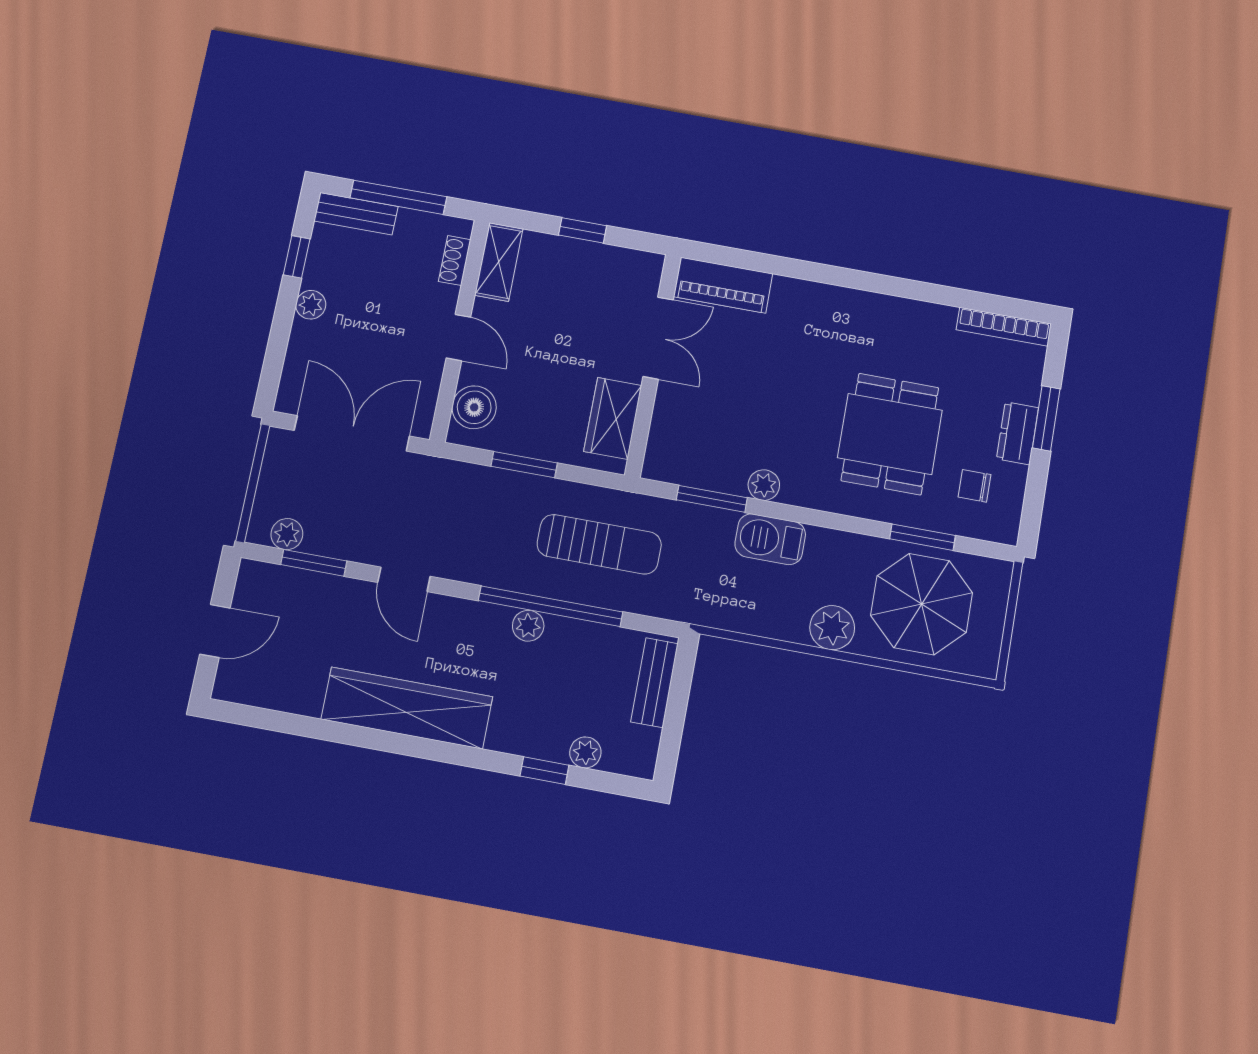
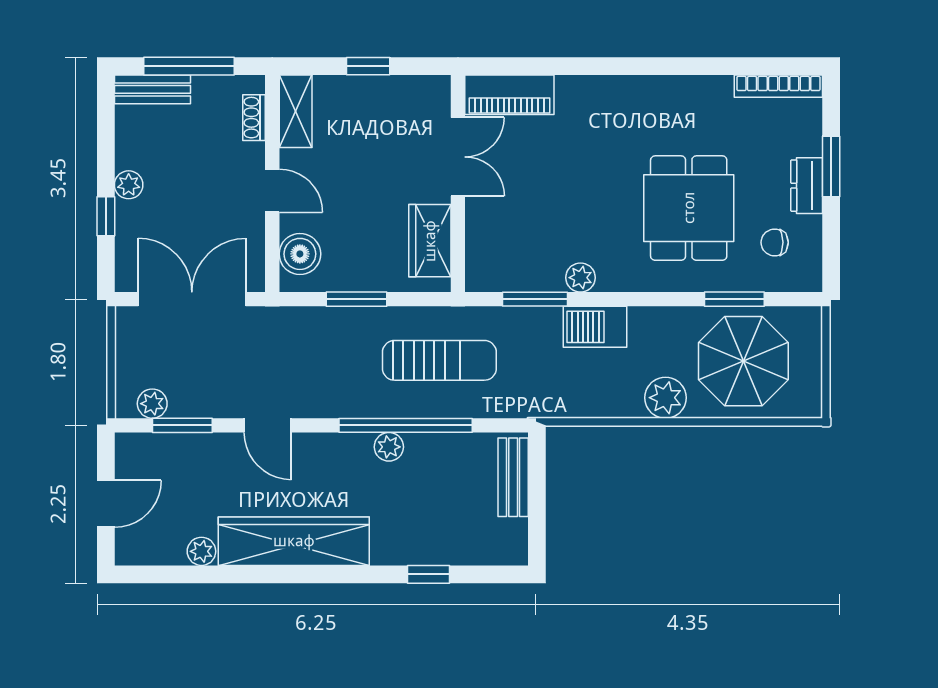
window: (297, 257) -> (106, 216), moved
plant: (585, 752) -> (201, 551), moved

